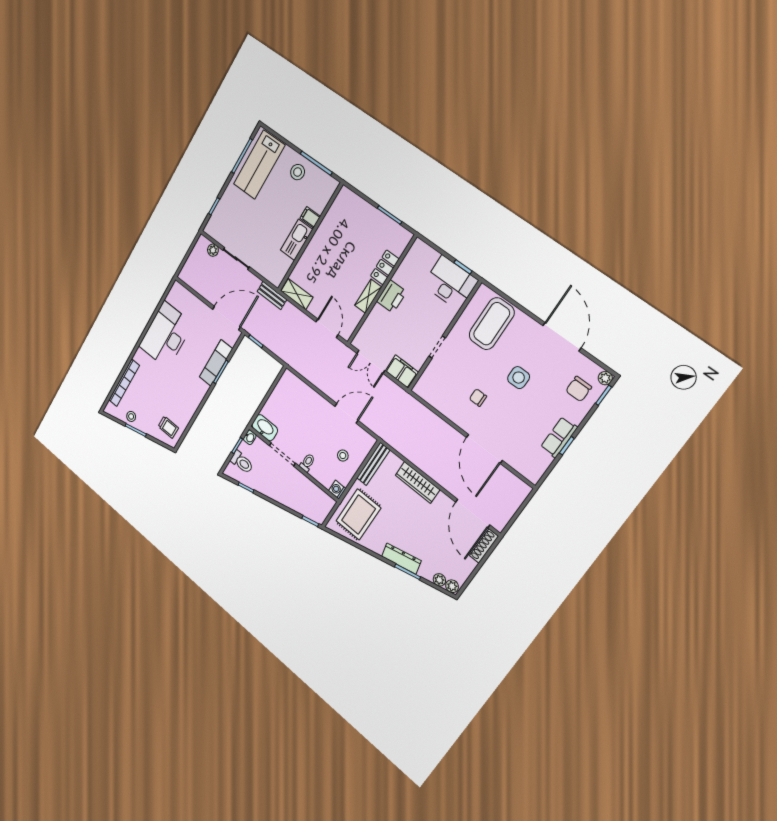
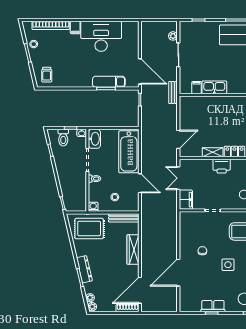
filing cabinet: (310, 217) -> (197, 88), moved
shelving: (297, 294) -> (184, 108), removed
filing cabinet: (141, 357) -> (75, 27), added
bathtub: (303, 399) -> (129, 152), added

